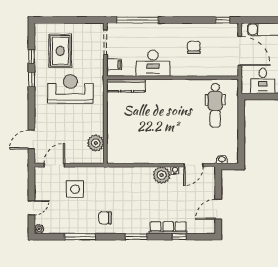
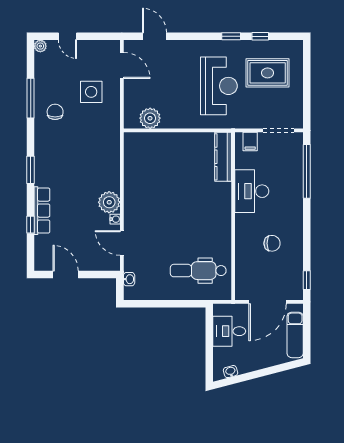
chair: (105, 218) -> (55, 112), moved

